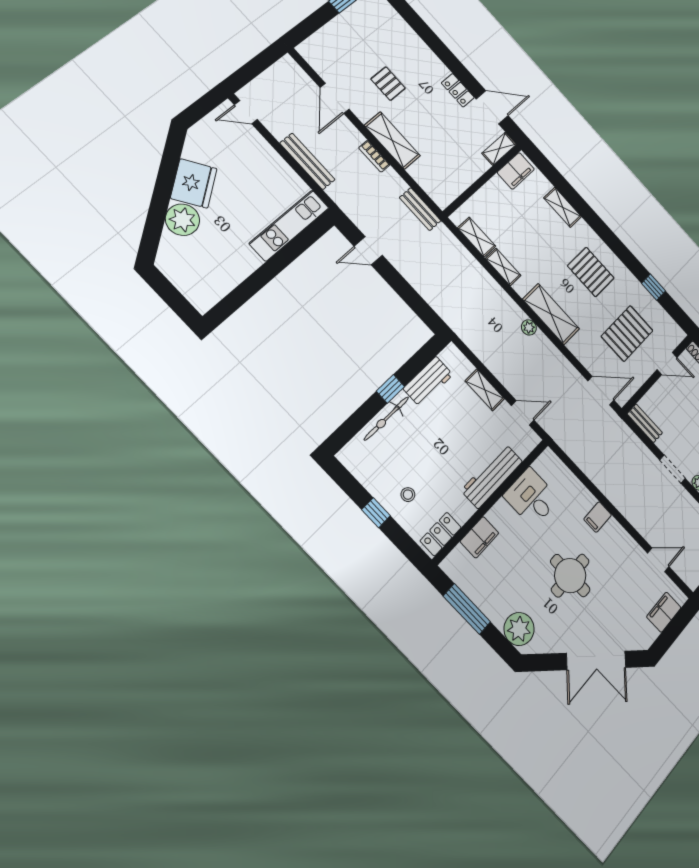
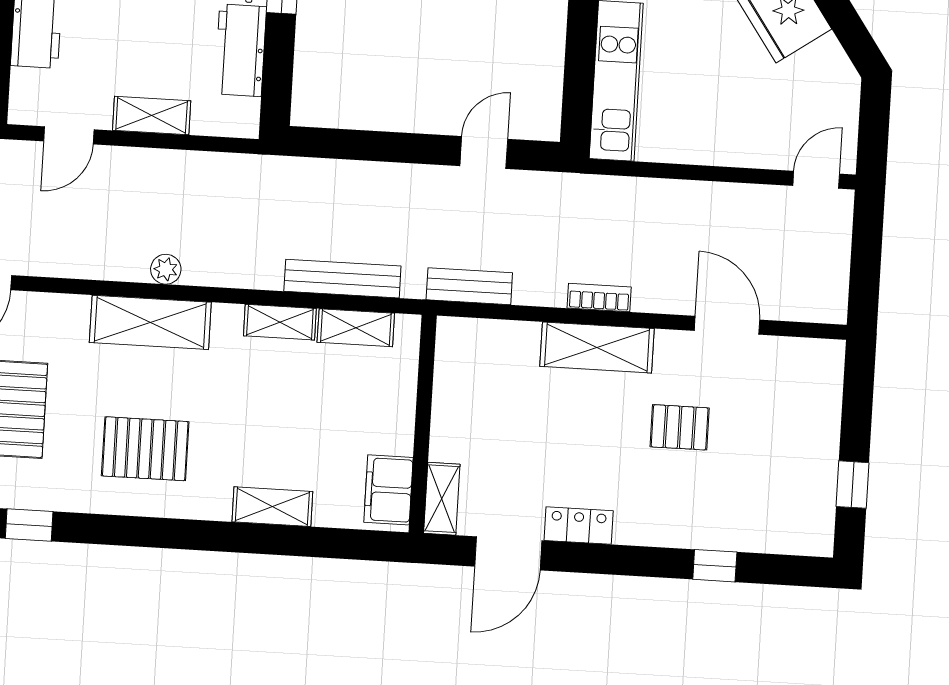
window: (421, 28) -> (715, 566), added
bench: (307, 161) -> (342, 279), moved

